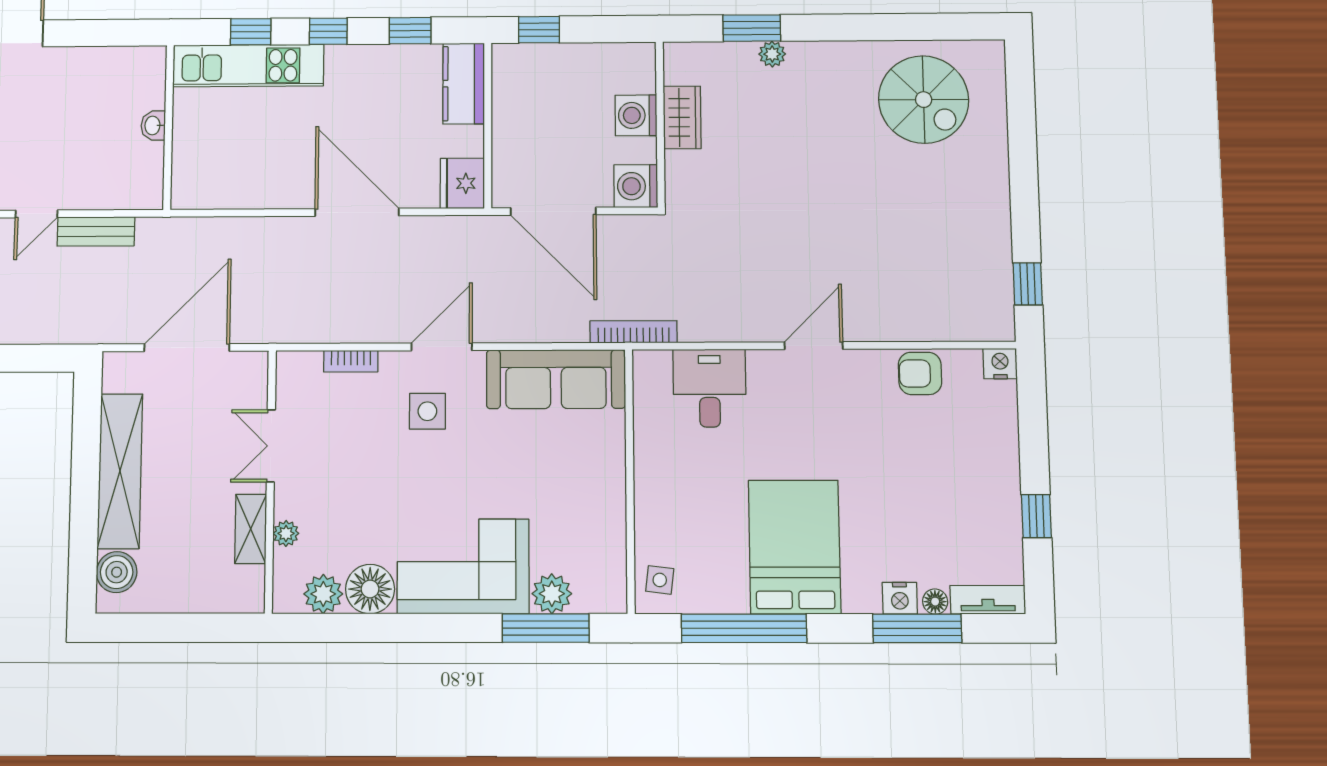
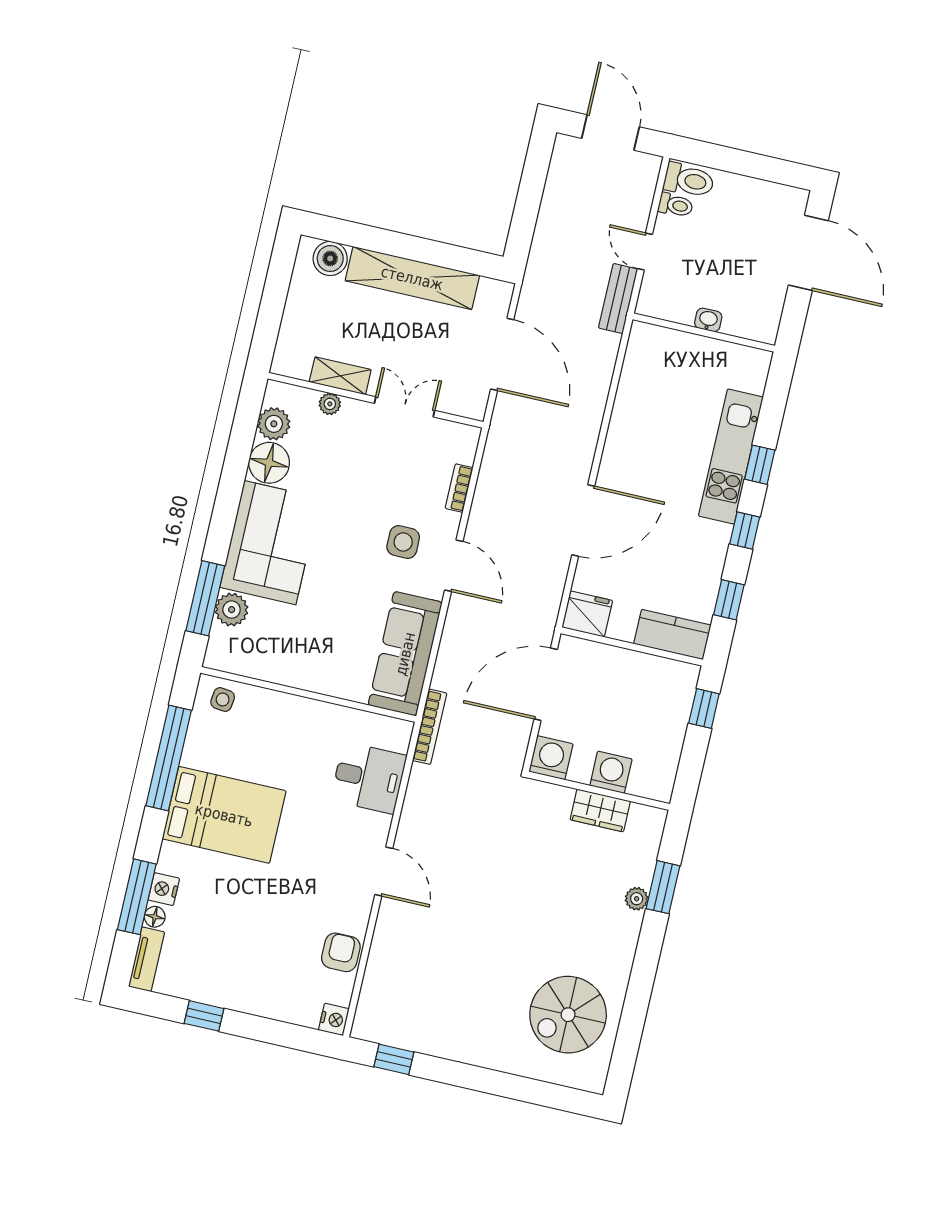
washbasin: (153, 125) -> (708, 320), moved
wall: (168, 127) -> (704, 332), moved

